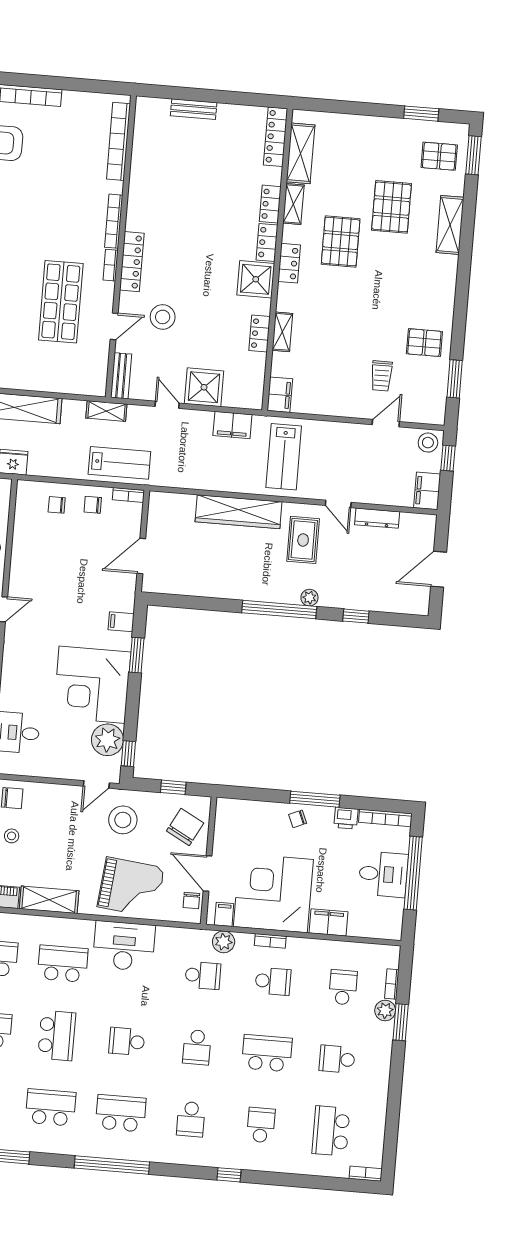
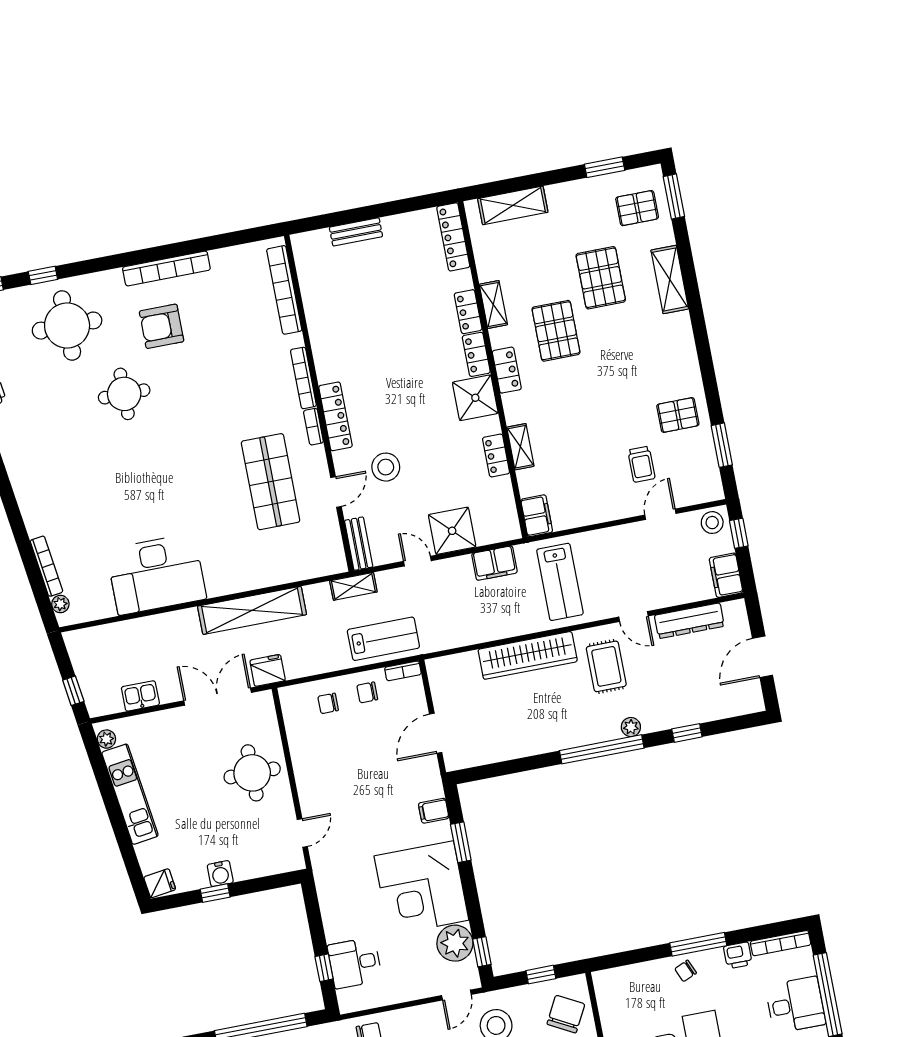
shelving: (301, 153) -> (513, 205), moved, turned 90
dresser: (377, 518) -> (689, 621), width x1.37, depth x1.24

